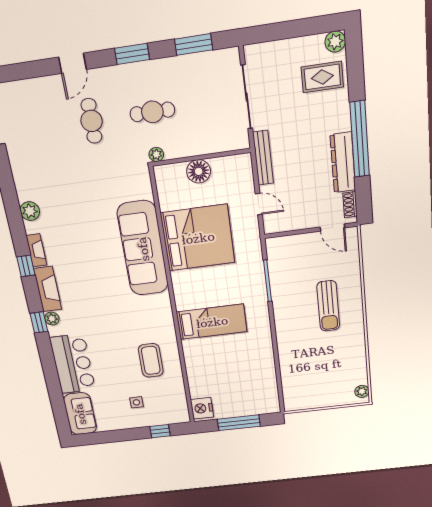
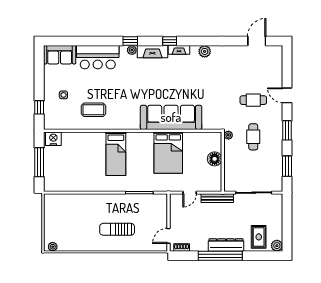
dresser: (343, 163) -> (226, 245), moved
bed: (198, 238) -> (168, 153), width x0.73

